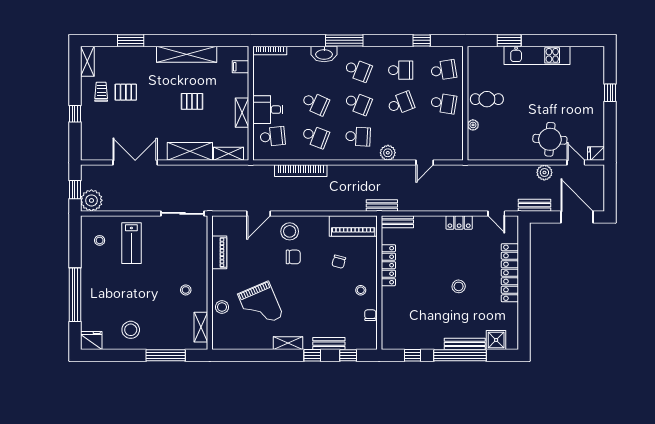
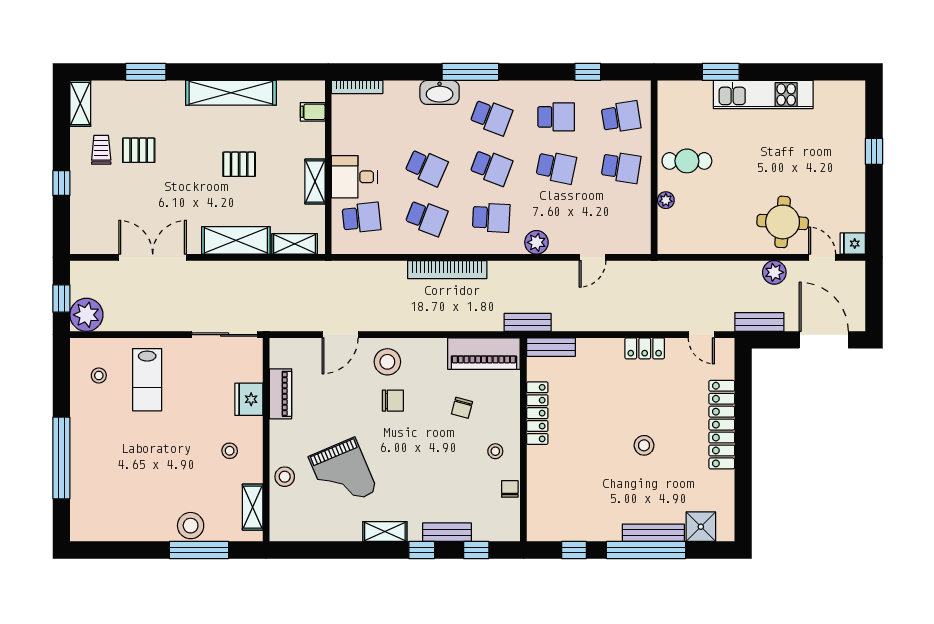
school desk: (401, 103) -> (556, 167), turned 33
bookcase: (301, 171) -> (447, 270), moved
stool: (131, 330) -> (191, 526), moved
fridge: (91, 340) -> (249, 399), moved, turned -90

